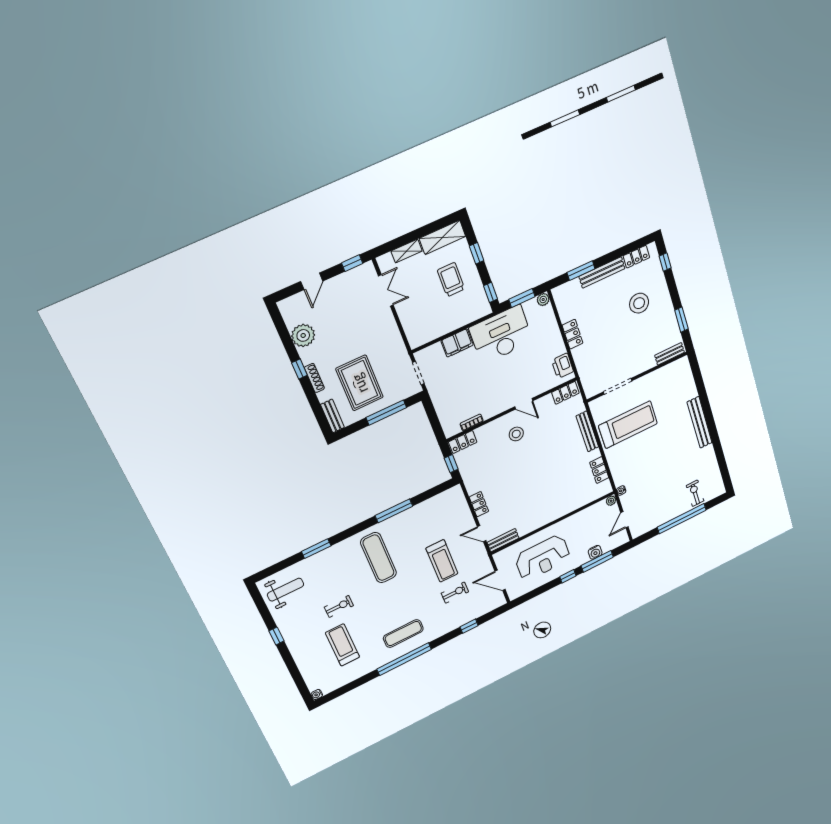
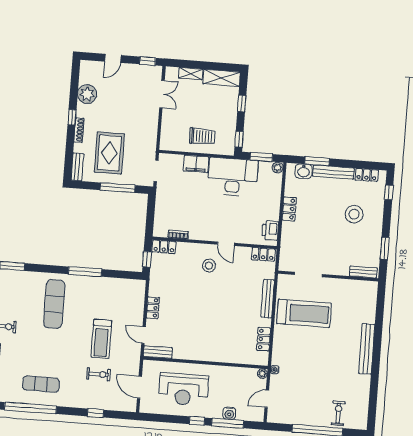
trolley: (451, 280) -> (202, 136), moved, turned 90
washbasin: (571, 288) -> (304, 171), added

